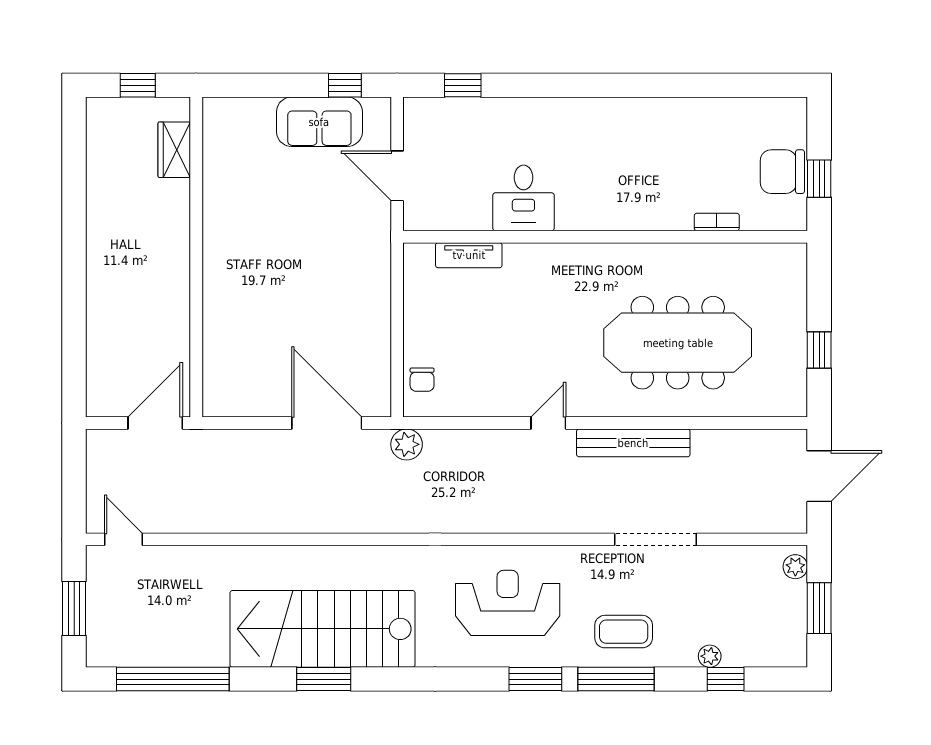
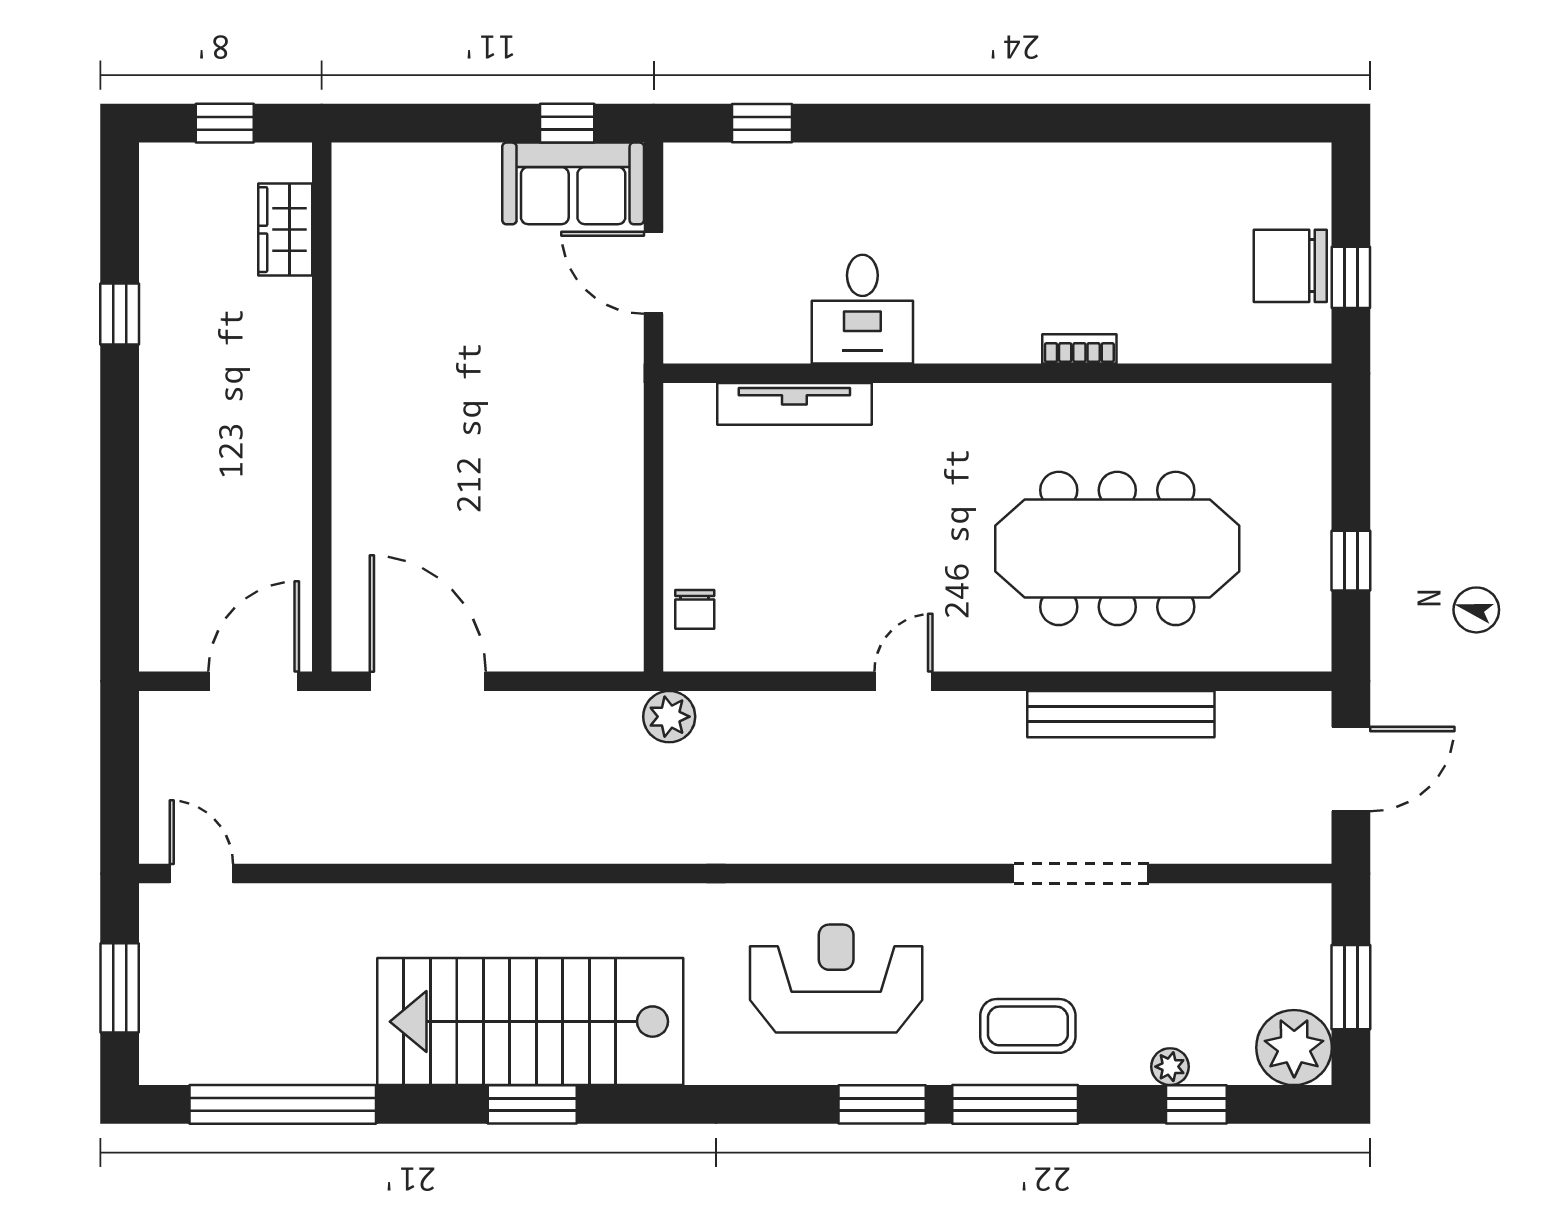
sofa: (319, 122) -> (573, 183), moved
window: (74, 201) -> (120, 314), added
bookcase: (717, 222) -> (1079, 349), moved
tv unit: (469, 255) -> (794, 404), width x1.41
door: (327, 423) -> (428, 681), moved
bench: (633, 443) -> (1121, 714), moved
plant: (795, 567) -> (1294, 1048), moved, width x1.88, depth x1.88

